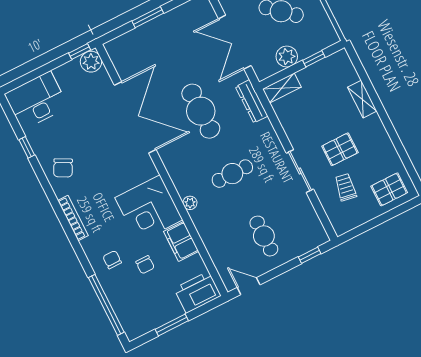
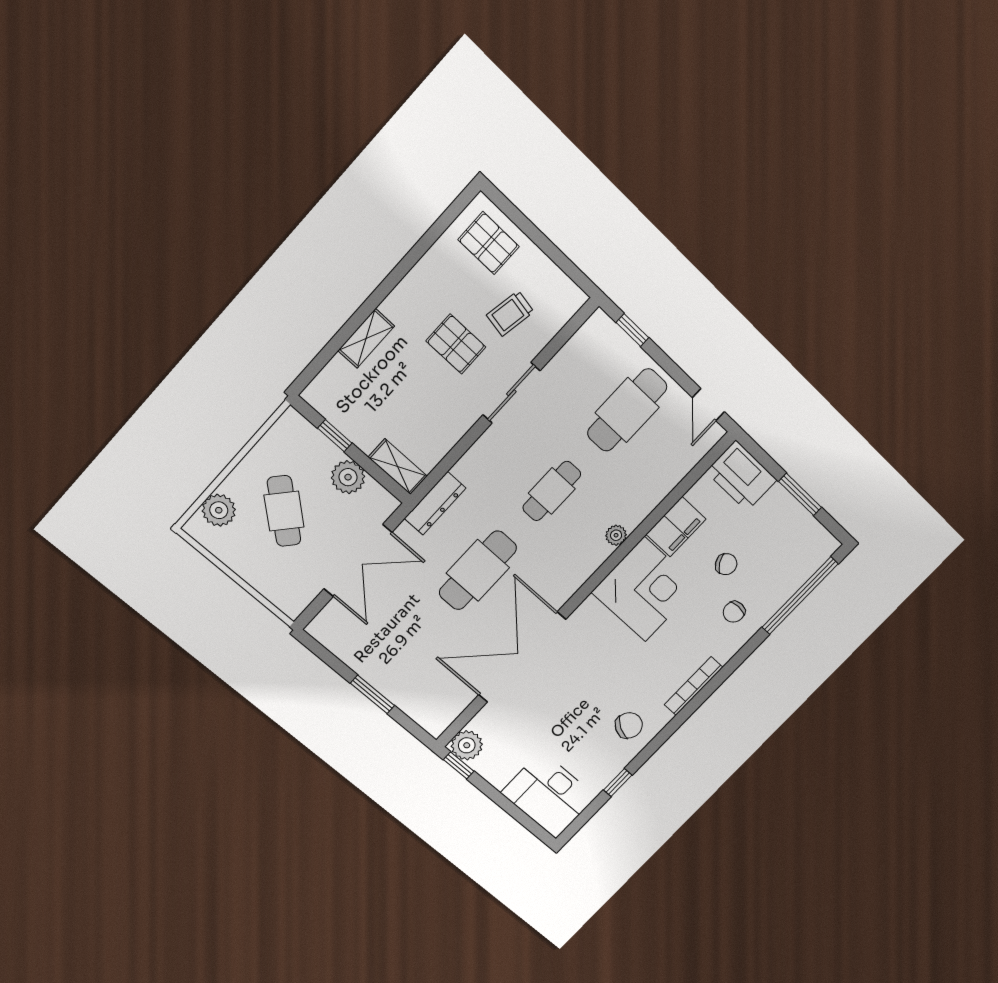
cafe table: (232, 174) -> (552, 491), turned 90
cafe table: (264, 236) -> (627, 410), width x1.37, depth x1.35
chair: (145, 265) -> (726, 564), turned 58

